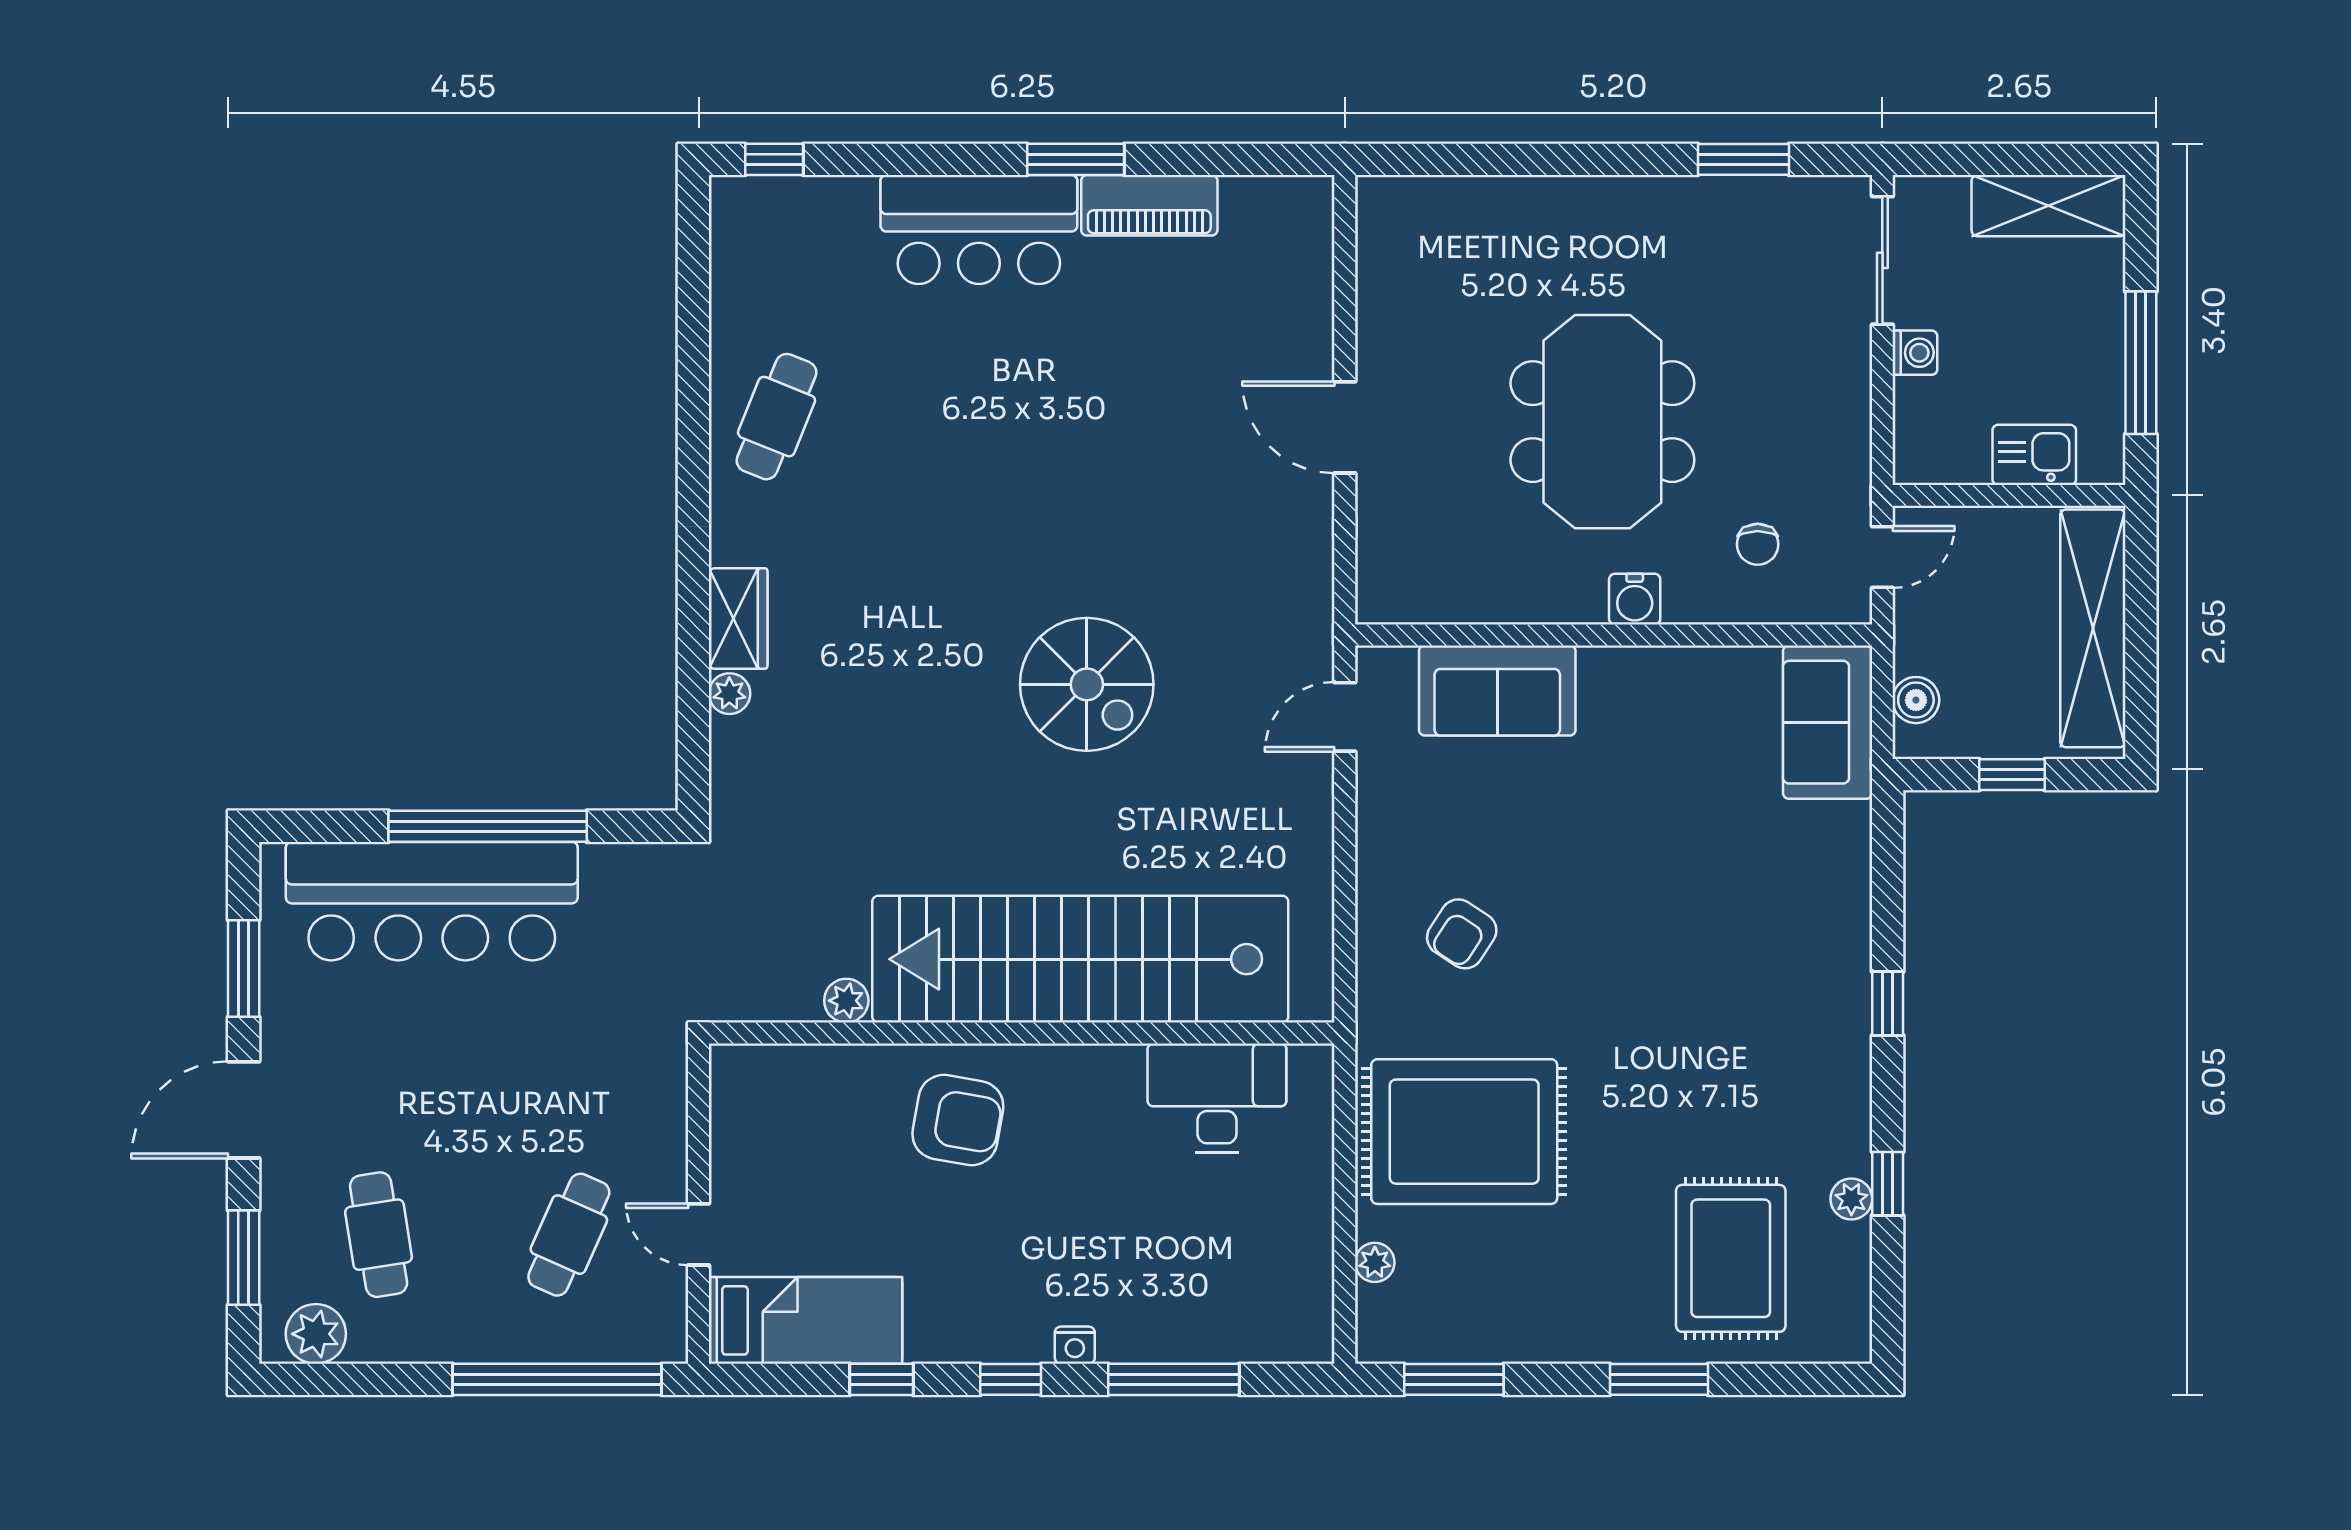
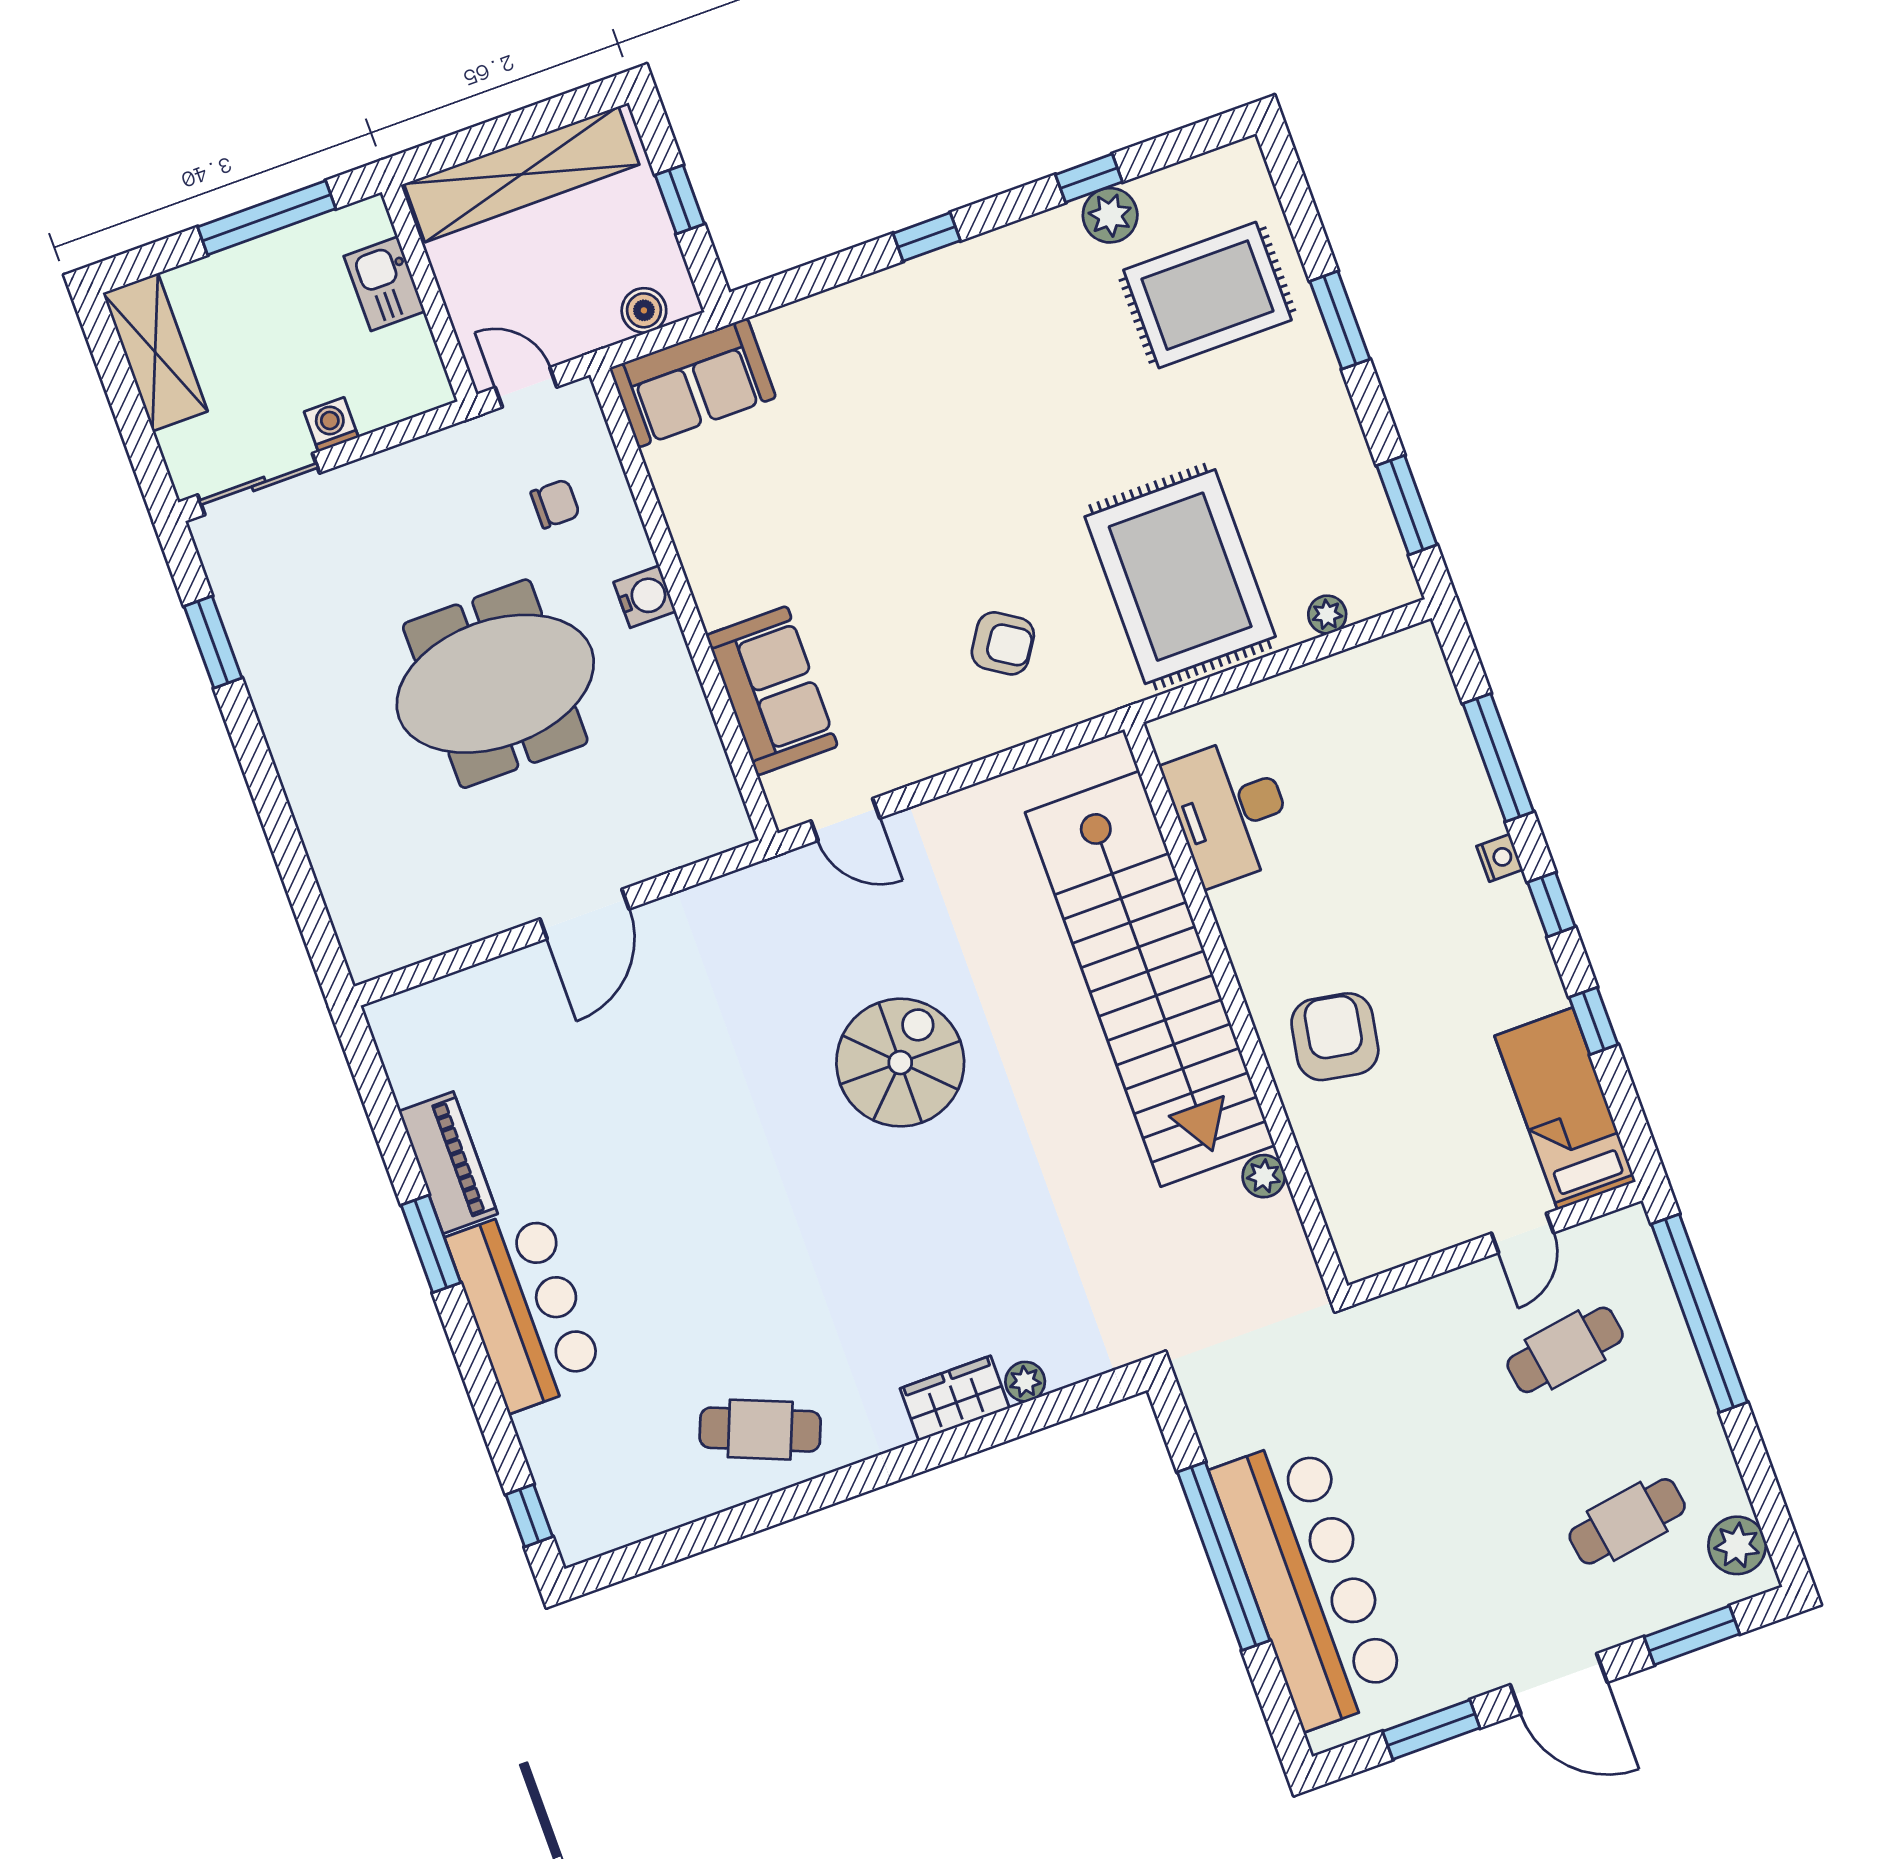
plant: (1851, 1199) -> (1110, 215), width x1.38, depth x1.38
cafe table: (569, 1235) -> (1565, 1350), turned -33

